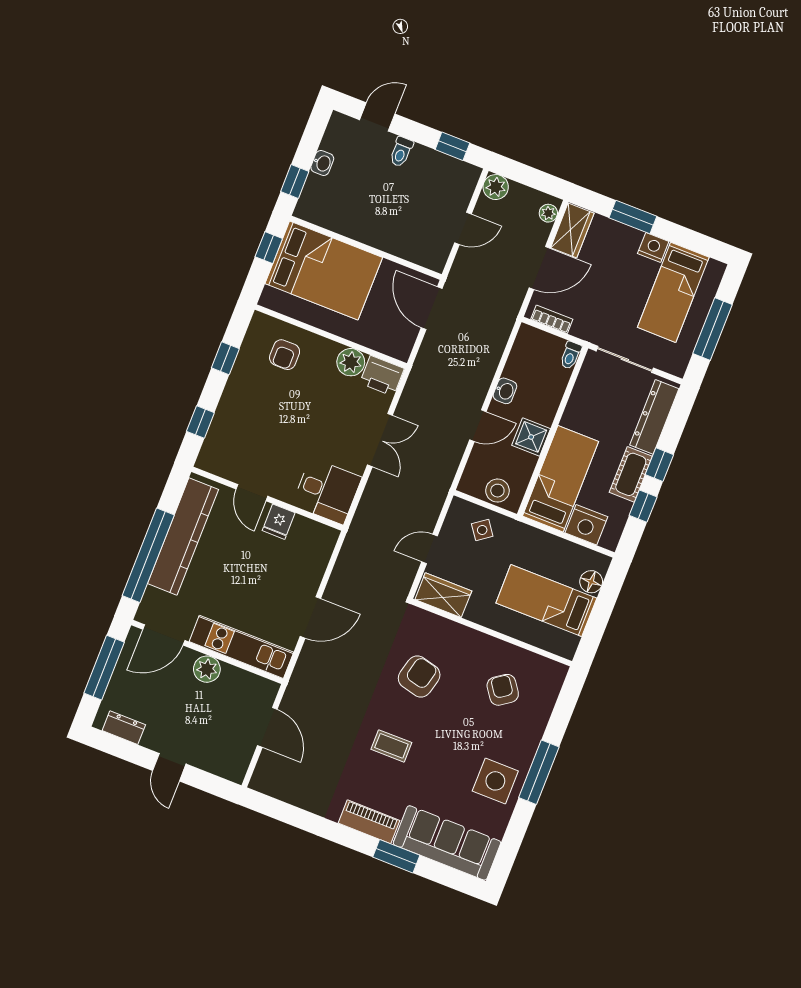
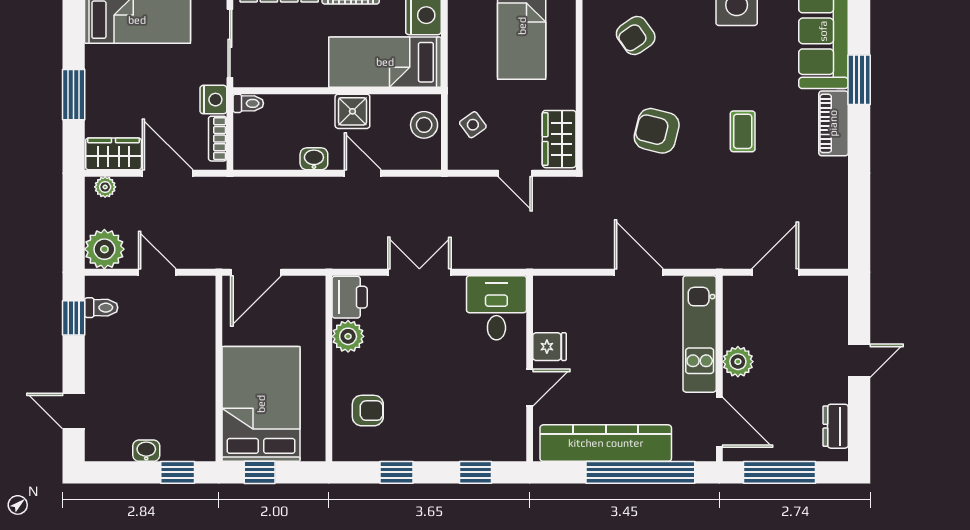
toilet: (401, 152) -> (101, 308), moved
plant: (496, 187) -> (104, 249), width x1.36, depth x1.36
nightstand: (653, 248) -> (213, 100), moved, turned 180

